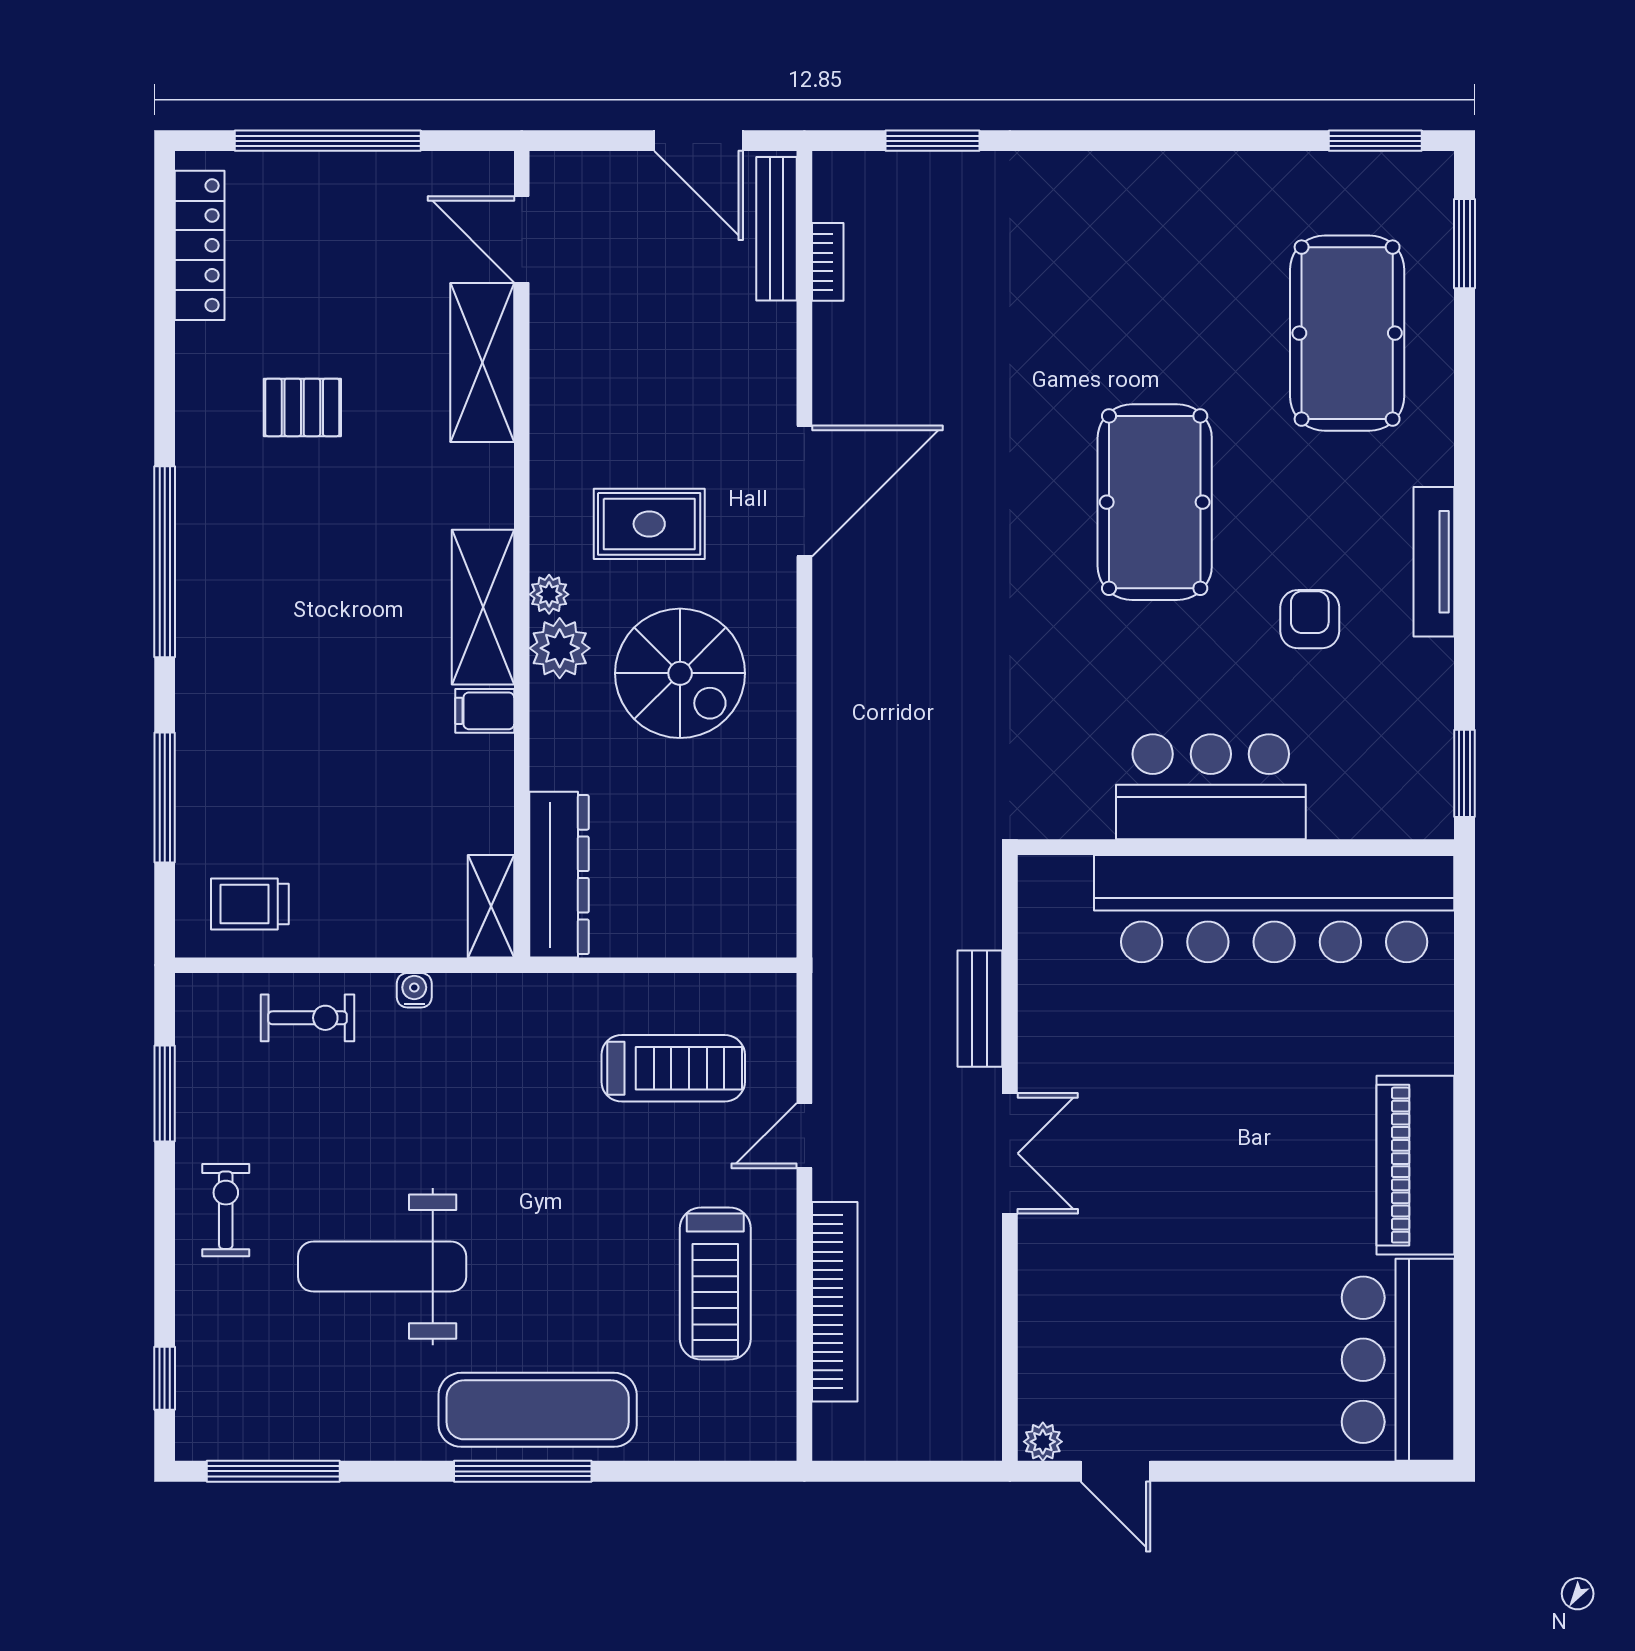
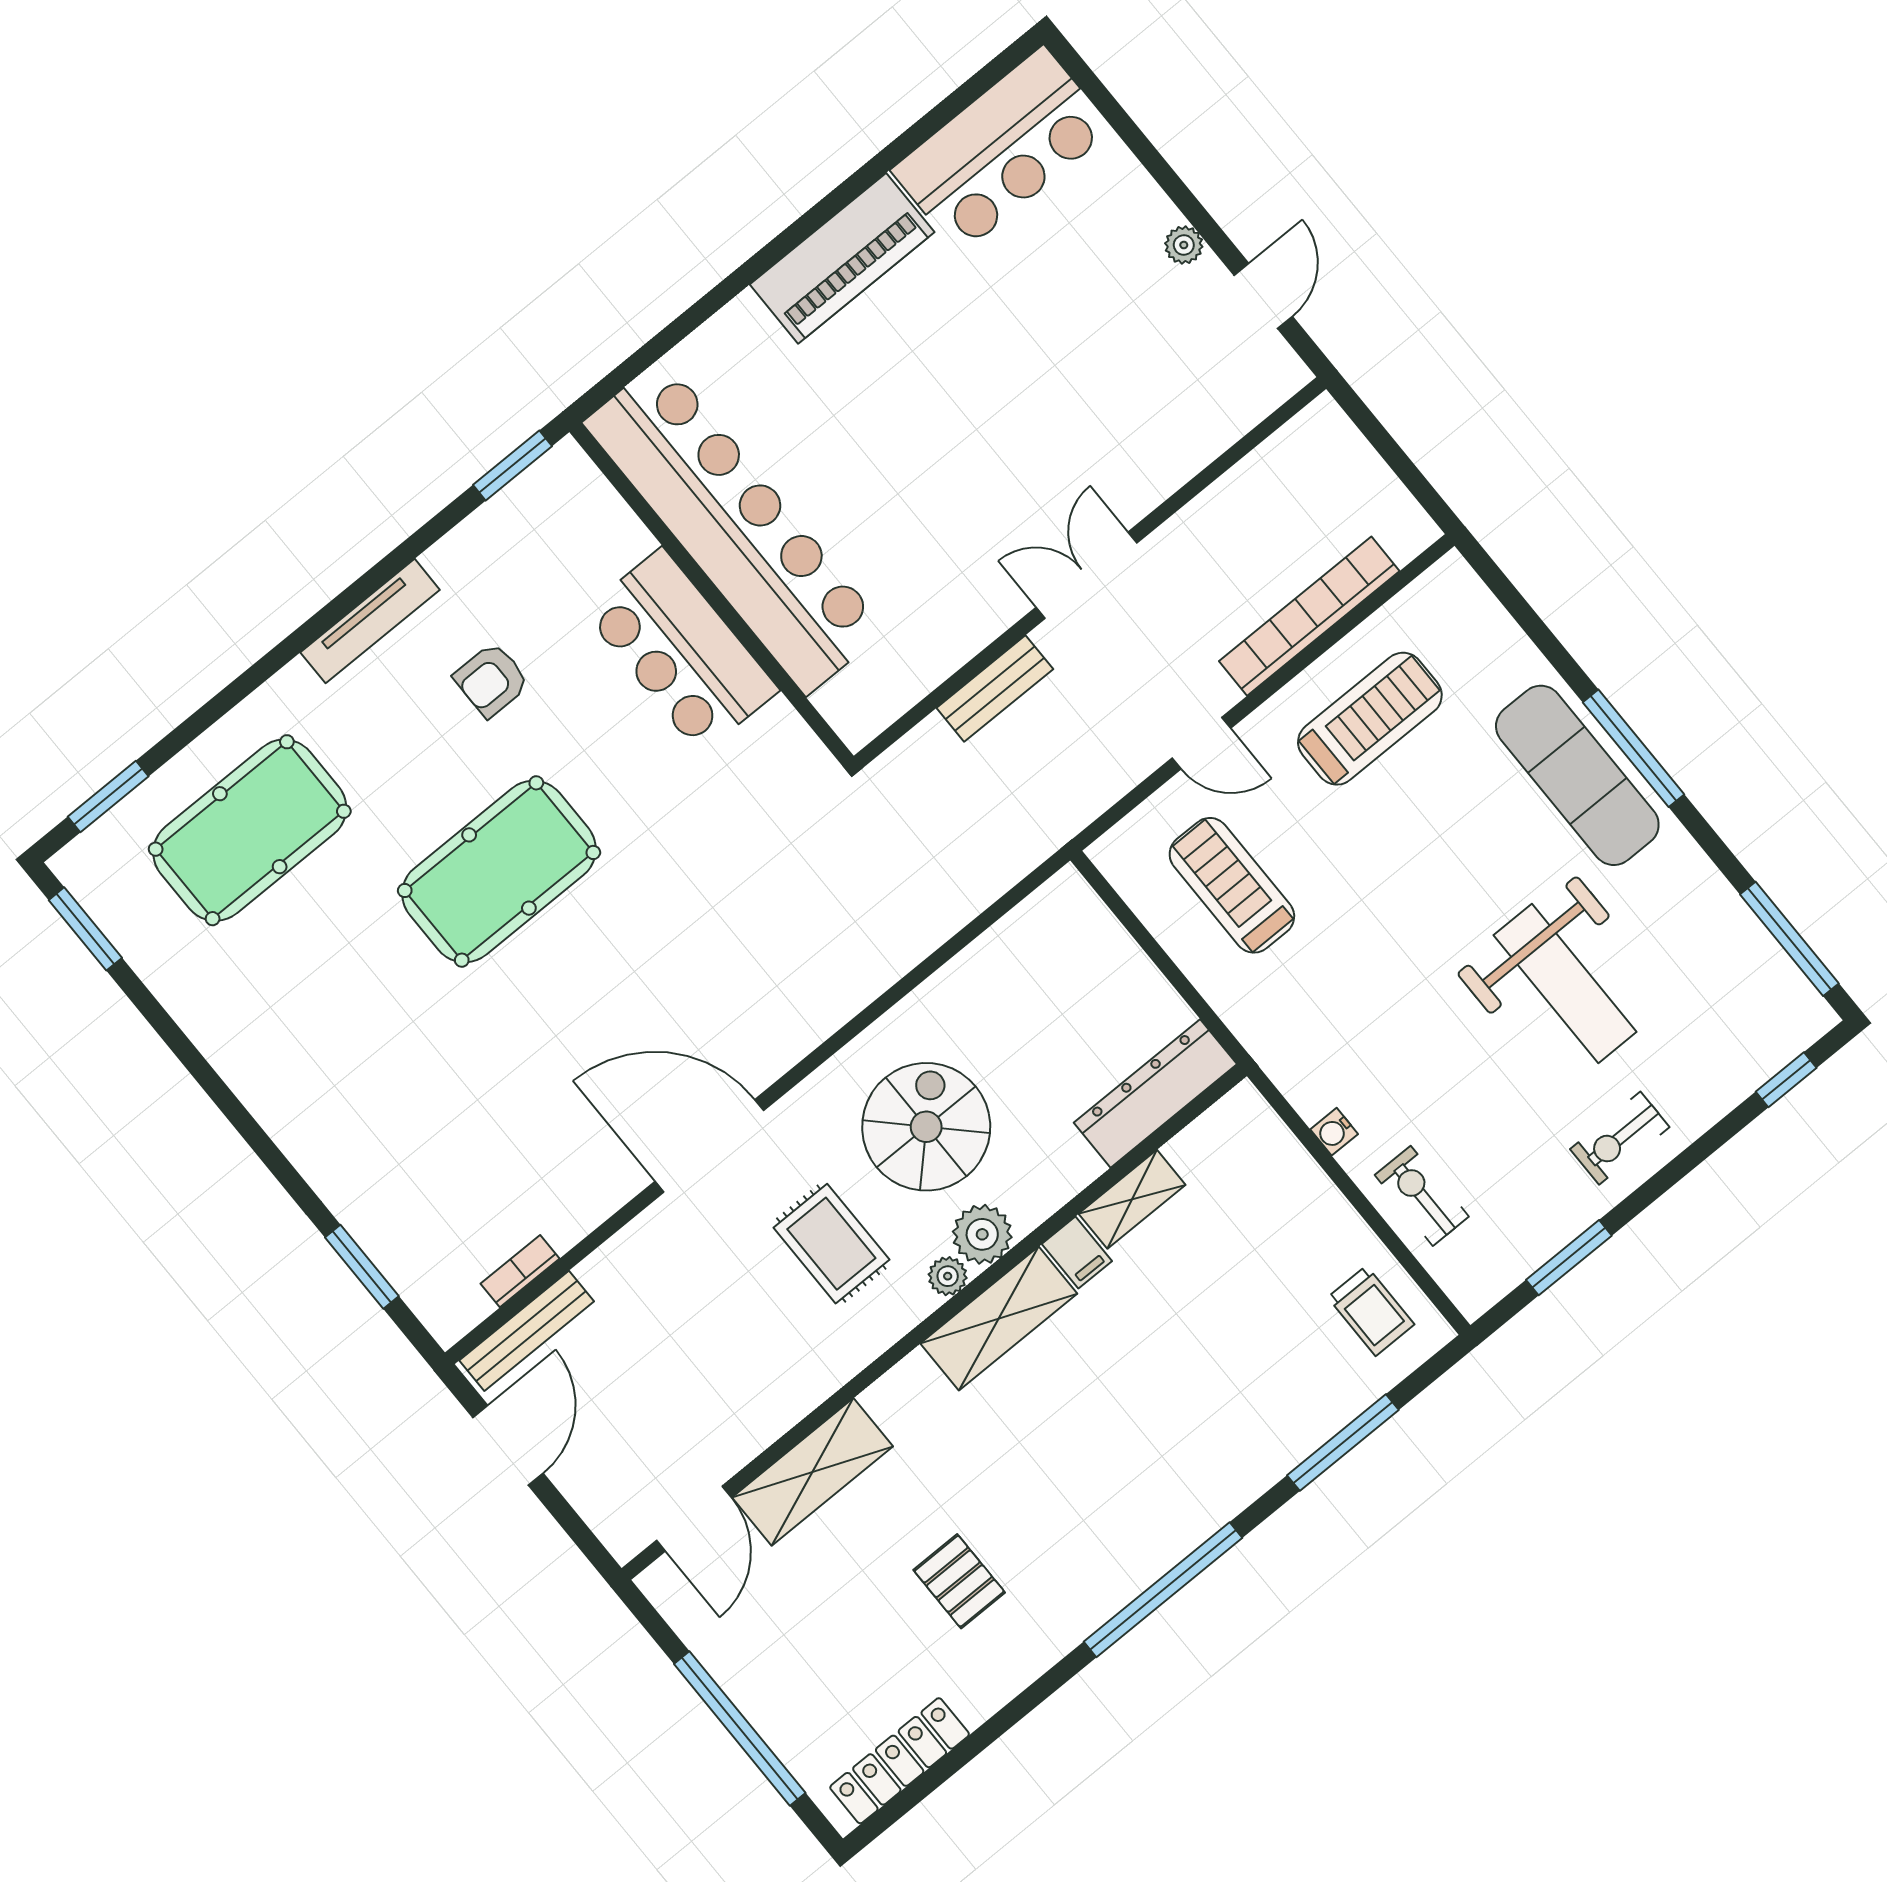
shelving: (491, 906) -> (1132, 1199), moved
plant: (1043, 1442) -> (1184, 245), moved

